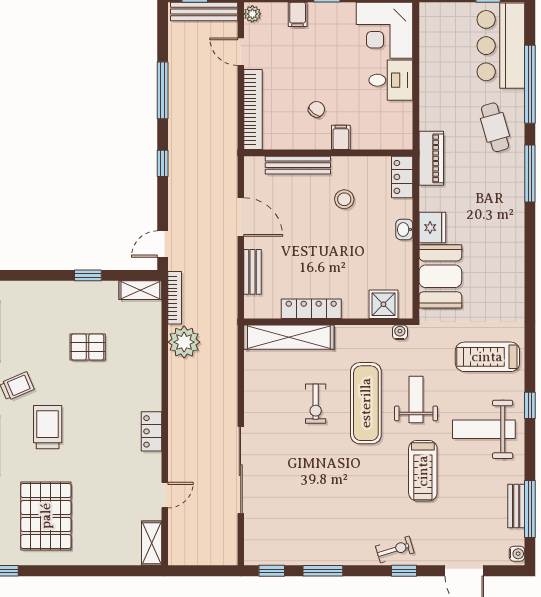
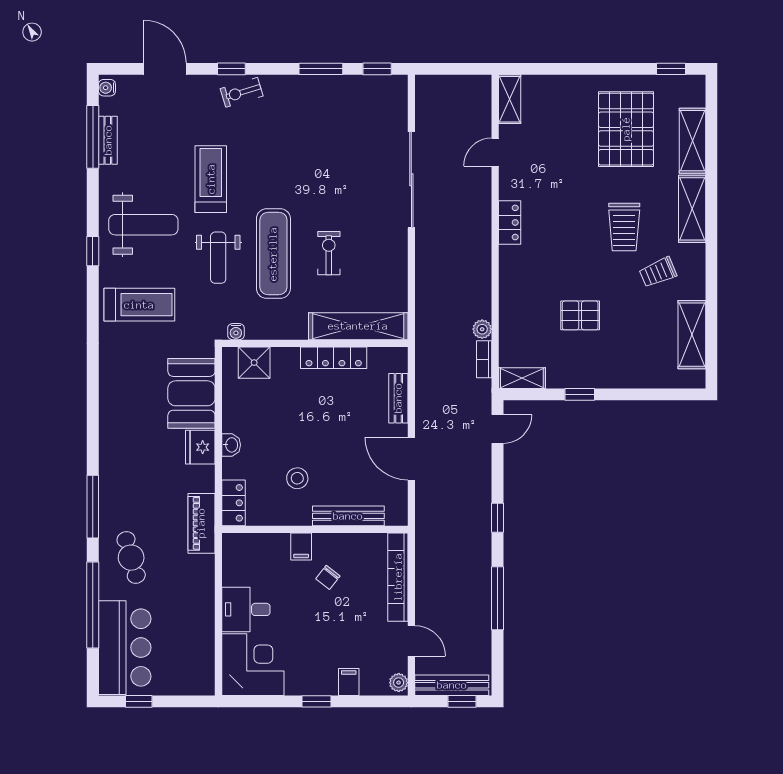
bookcase: (175, 298) -> (484, 359), width x0.64
plant: (184, 342) -> (482, 329), width x0.53, depth x0.53

